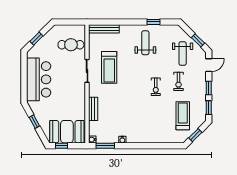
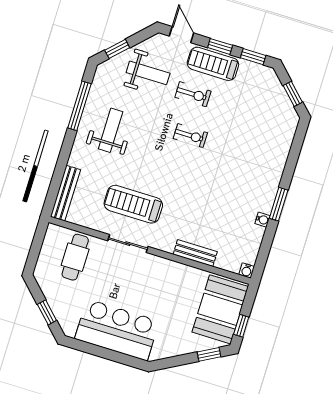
window: (153, 22) -> (79, 106), width x2.17
window: (198, 40) -> (117, 49), moved
weight bench: (145, 43) -> (111, 130), turned 90
treadmill: (109, 67) -> (133, 204), turned 180
treadmill: (183, 116) -> (213, 64), moved
window: (34, 122) -> (209, 354), moved
window: (105, 146) -> (279, 204), moved

